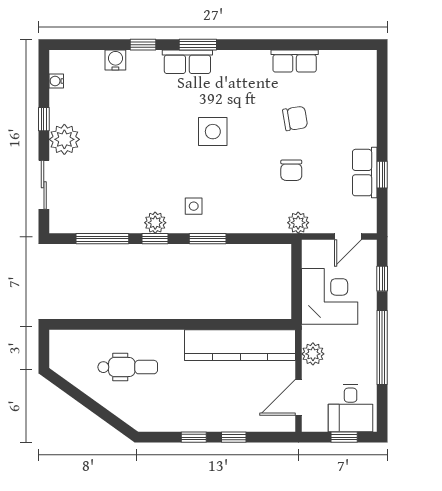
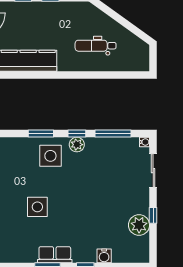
water cooler: (56, 81) -> (145, 142), moved
plant: (64, 139) -> (139, 225), moved
side table: (194, 206) -> (50, 156), width x1.87, depth x1.87

